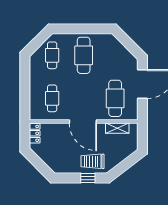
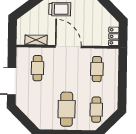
cafe table: (115, 98) -> (38, 68), width x0.73, depth x0.74

